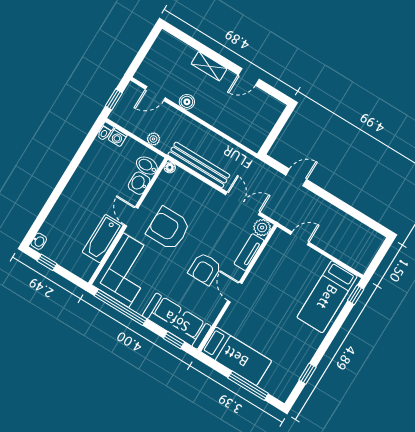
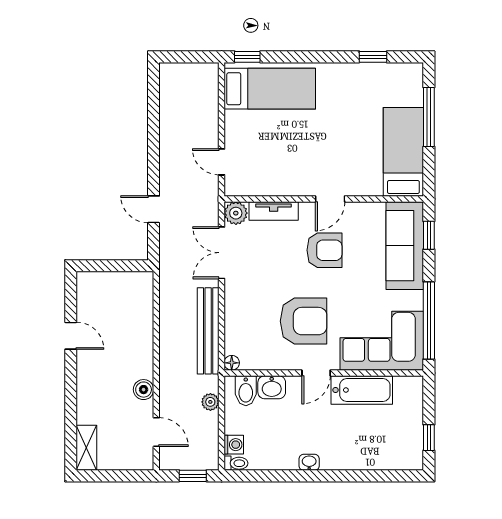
shelving: (209, 66) -> (86, 448), moved
armchair: (168, 229) -> (304, 321), turned -90
washbasin: (39, 241) -> (309, 462), moved

